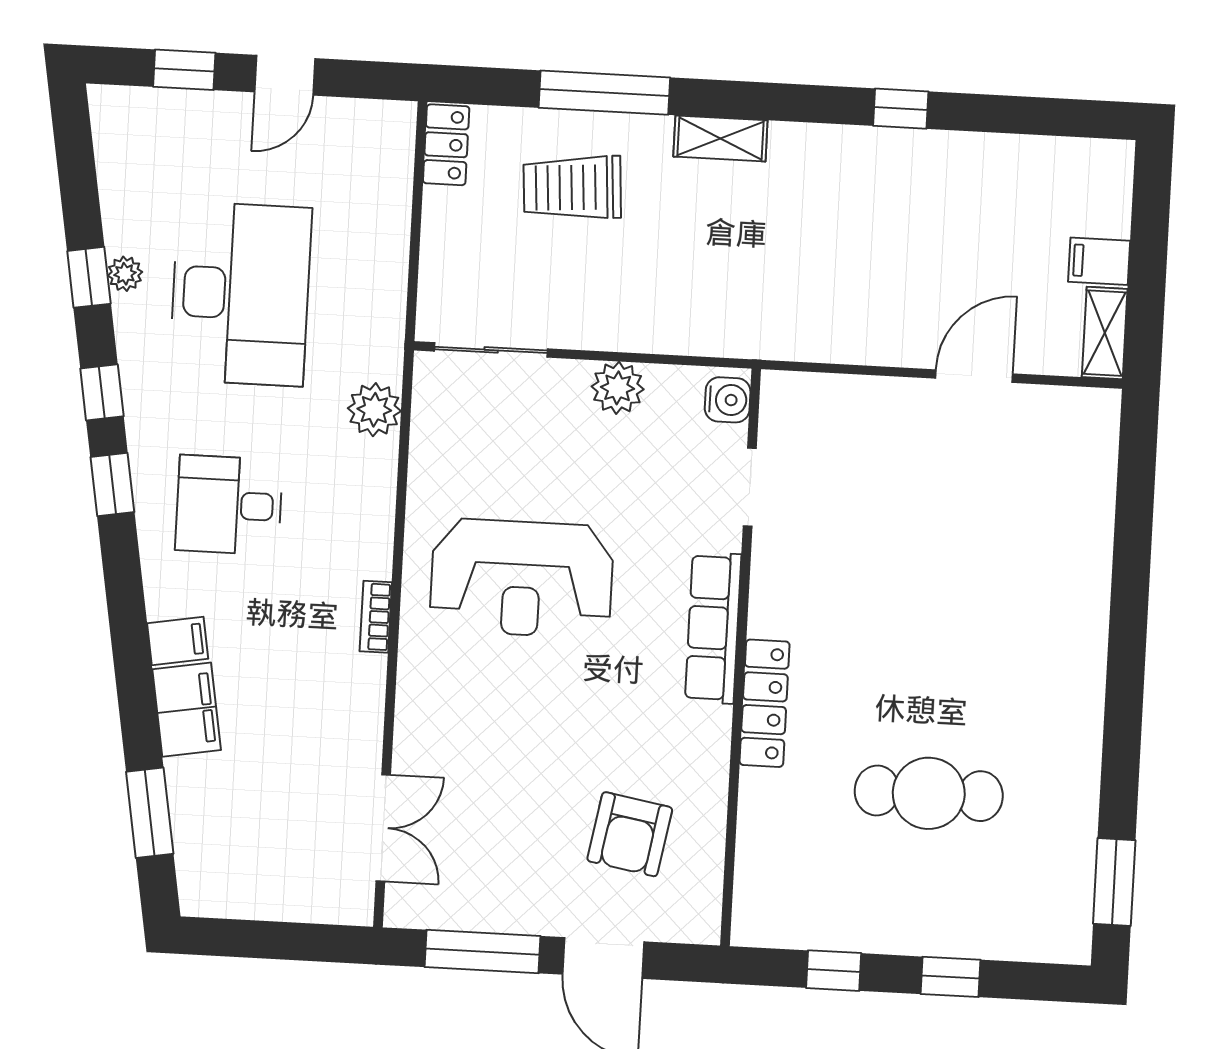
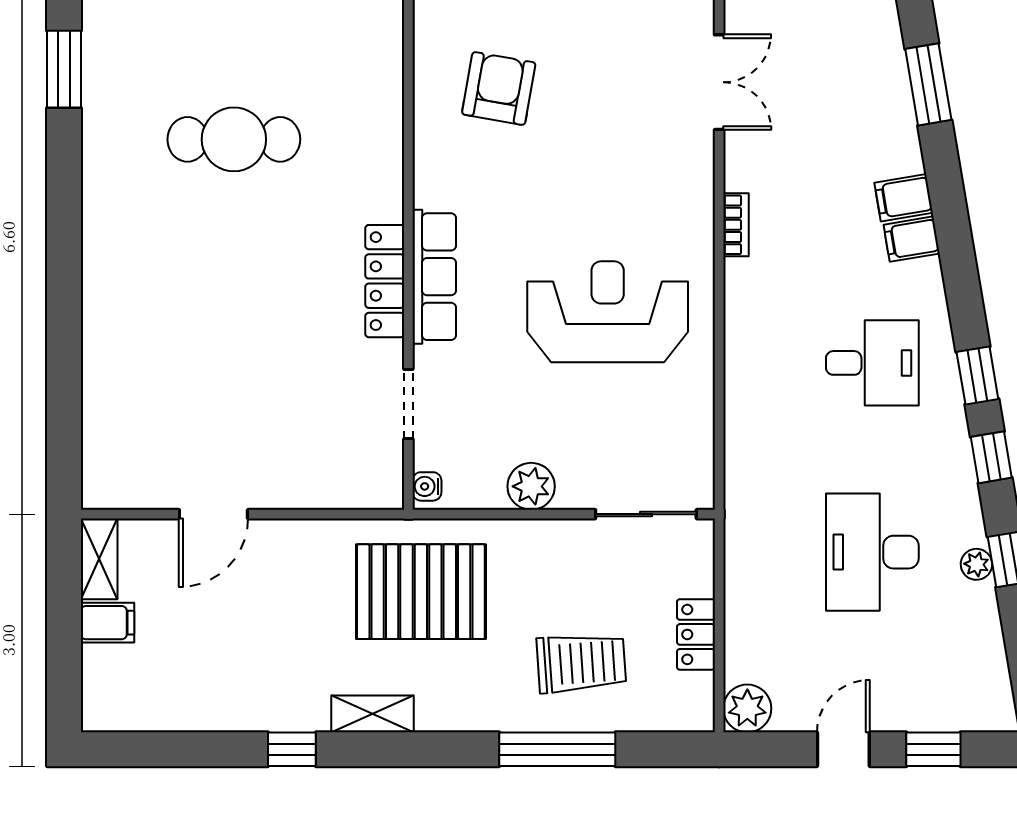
shelving: (720, 138) -> (372, 714), moved
locker: (446, 145) -> (696, 634), moved
pallet: (747, 277) -> (421, 592), added
desk: (240, 294) -> (872, 552), width x0.73, depth x0.77
water cooler: (728, 400) -> (427, 486), width x0.72, depth x0.72
plant: (374, 410) -> (747, 708), moved
bookcase: (376, 617) -> (736, 225), moved
locker: (765, 703) -> (385, 281), moved
filing cabinet: (187, 710) -> (904, 198), width x0.50
double door: (383, 828) -> (719, 82), swing flipped

